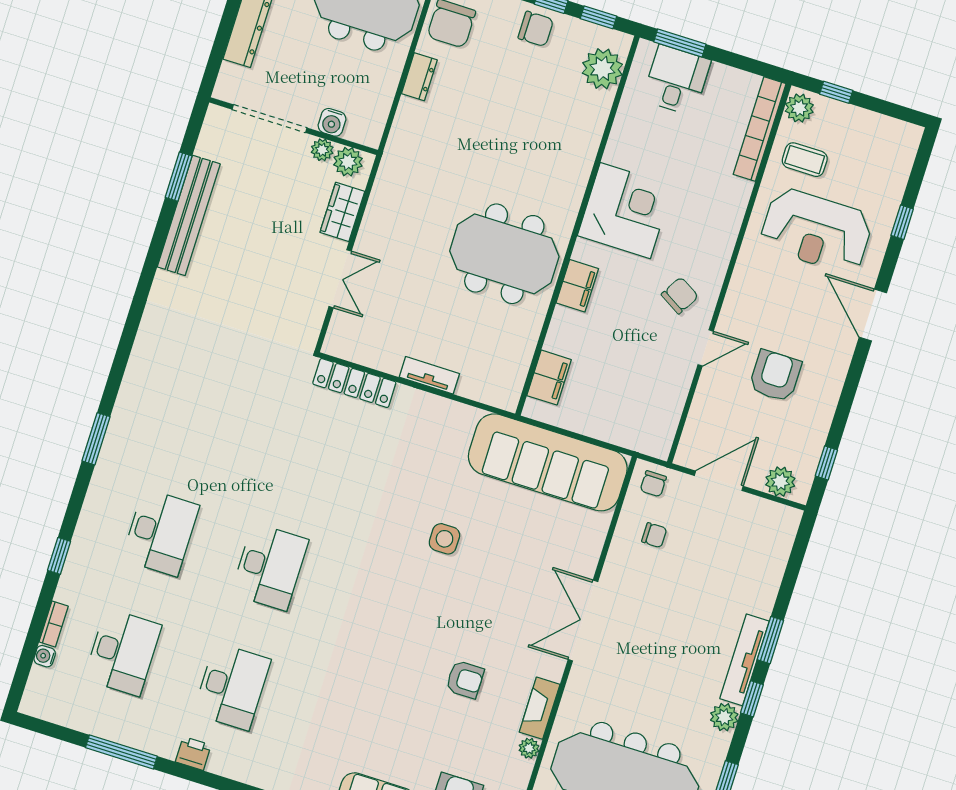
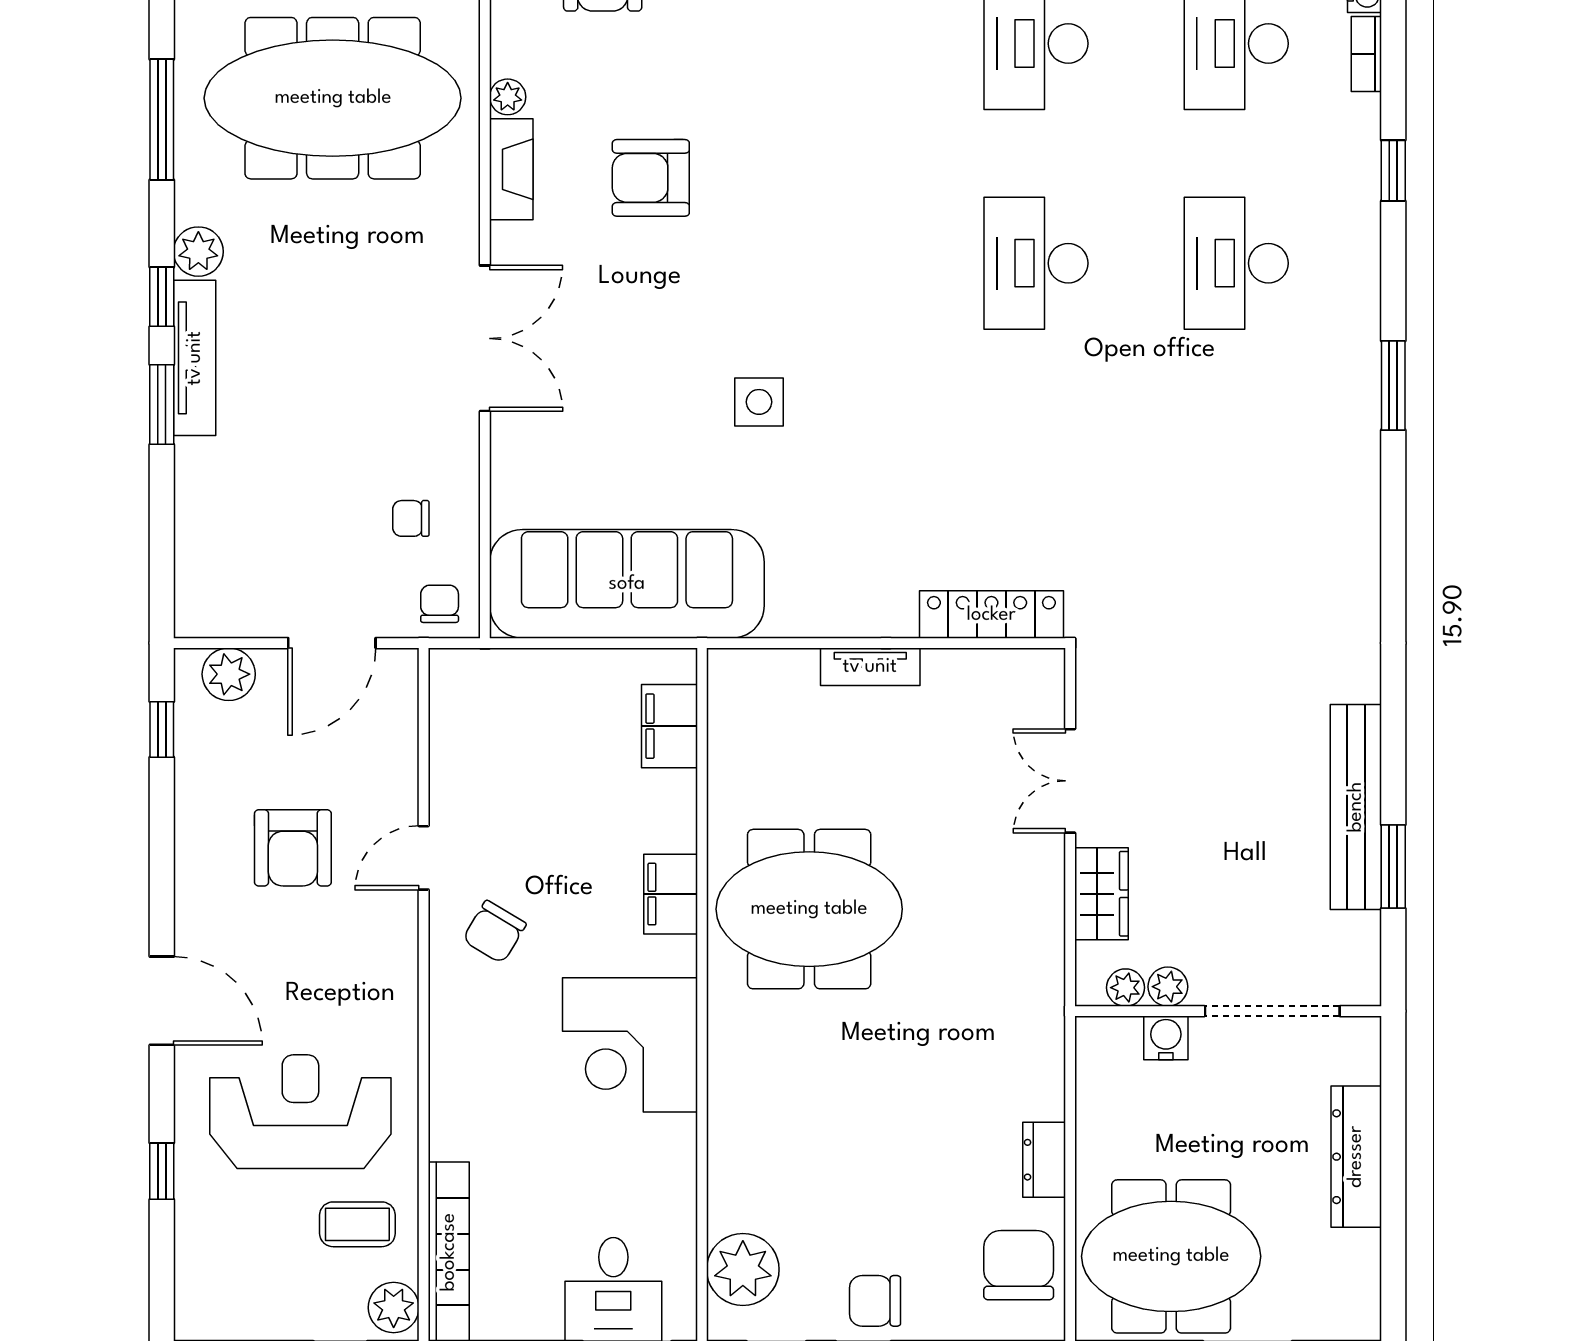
plant: (348, 162) -> (1125, 988), width x0.73, depth x0.73
armchair: (465, 680) -> (651, 178), width x1.38, depth x1.38

